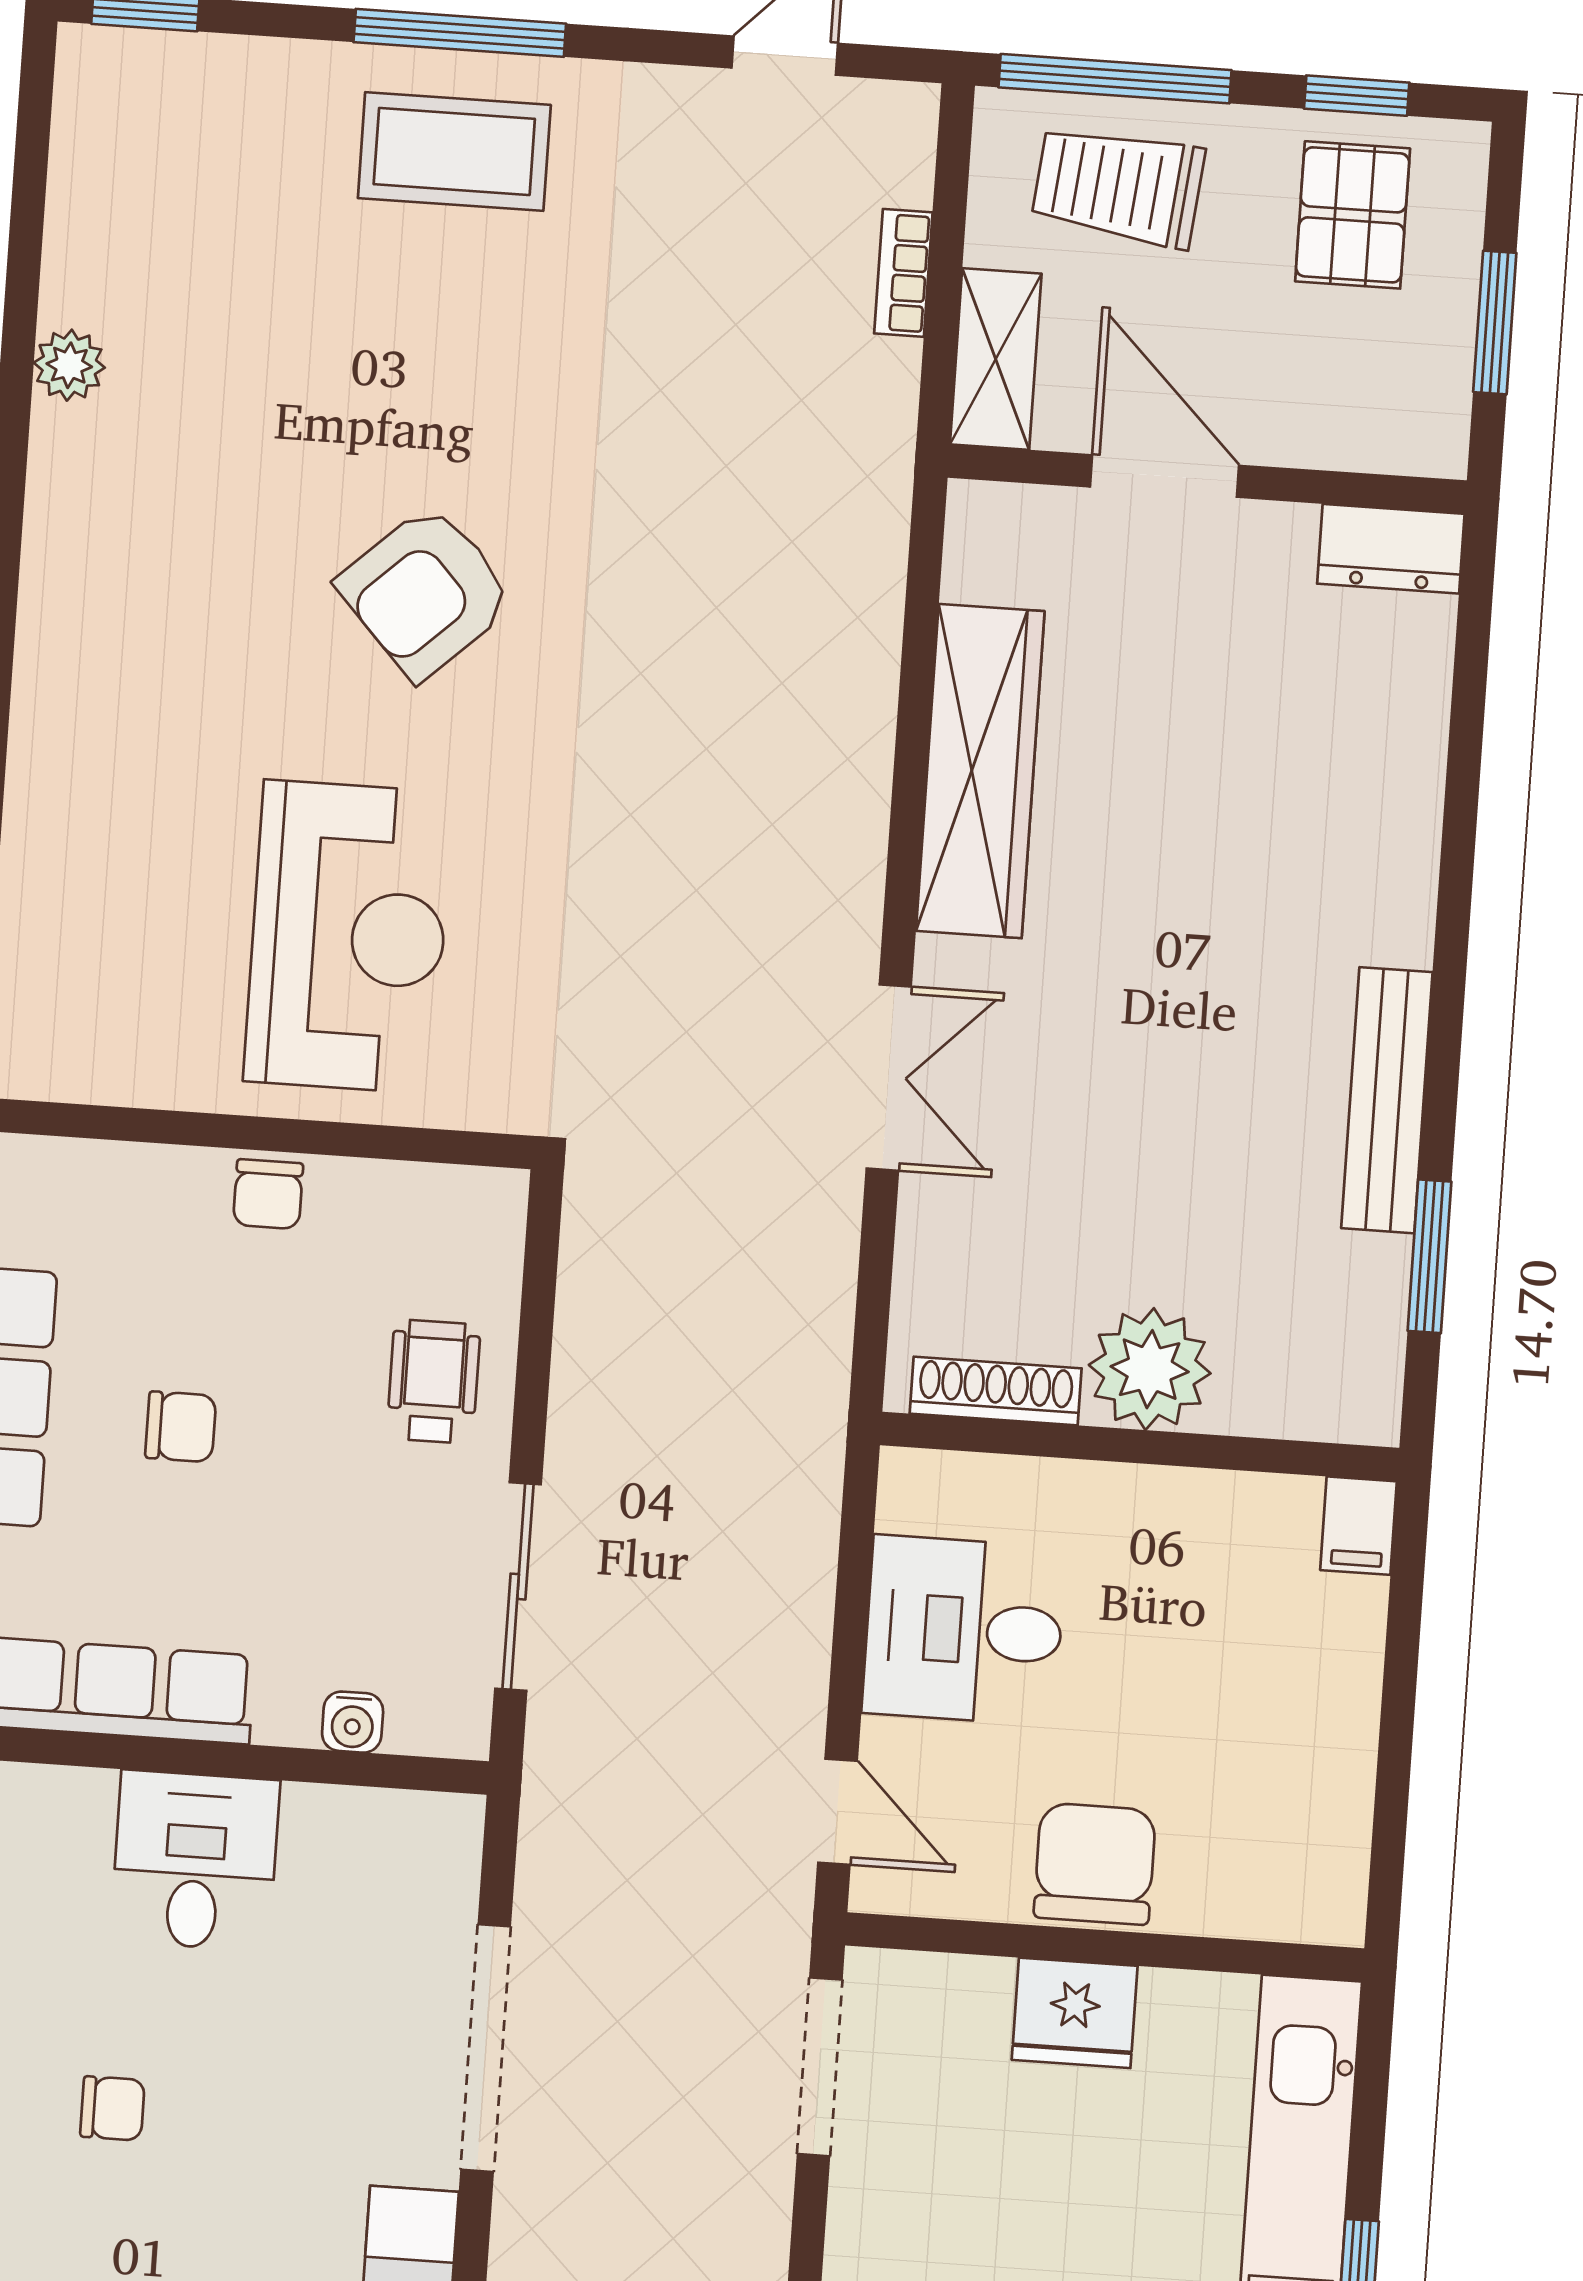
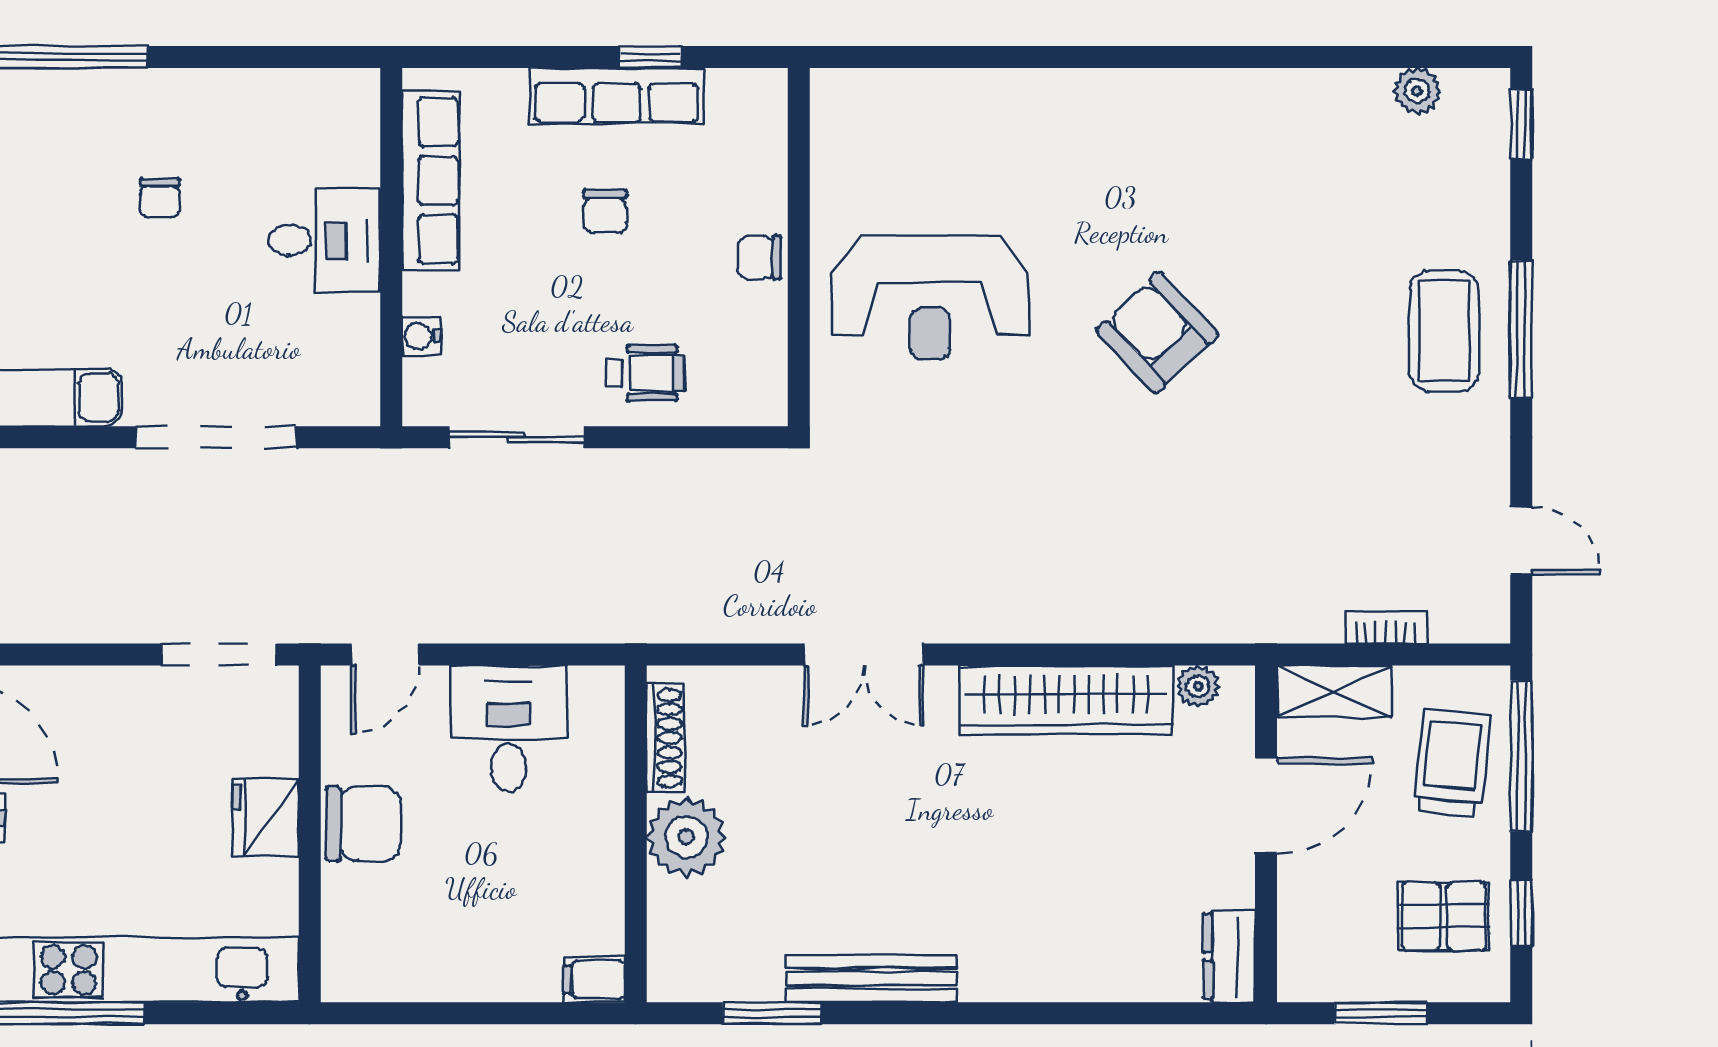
plant: (69, 365) -> (1417, 91), moved
plant: (973, 568) -> (1198, 686), added

